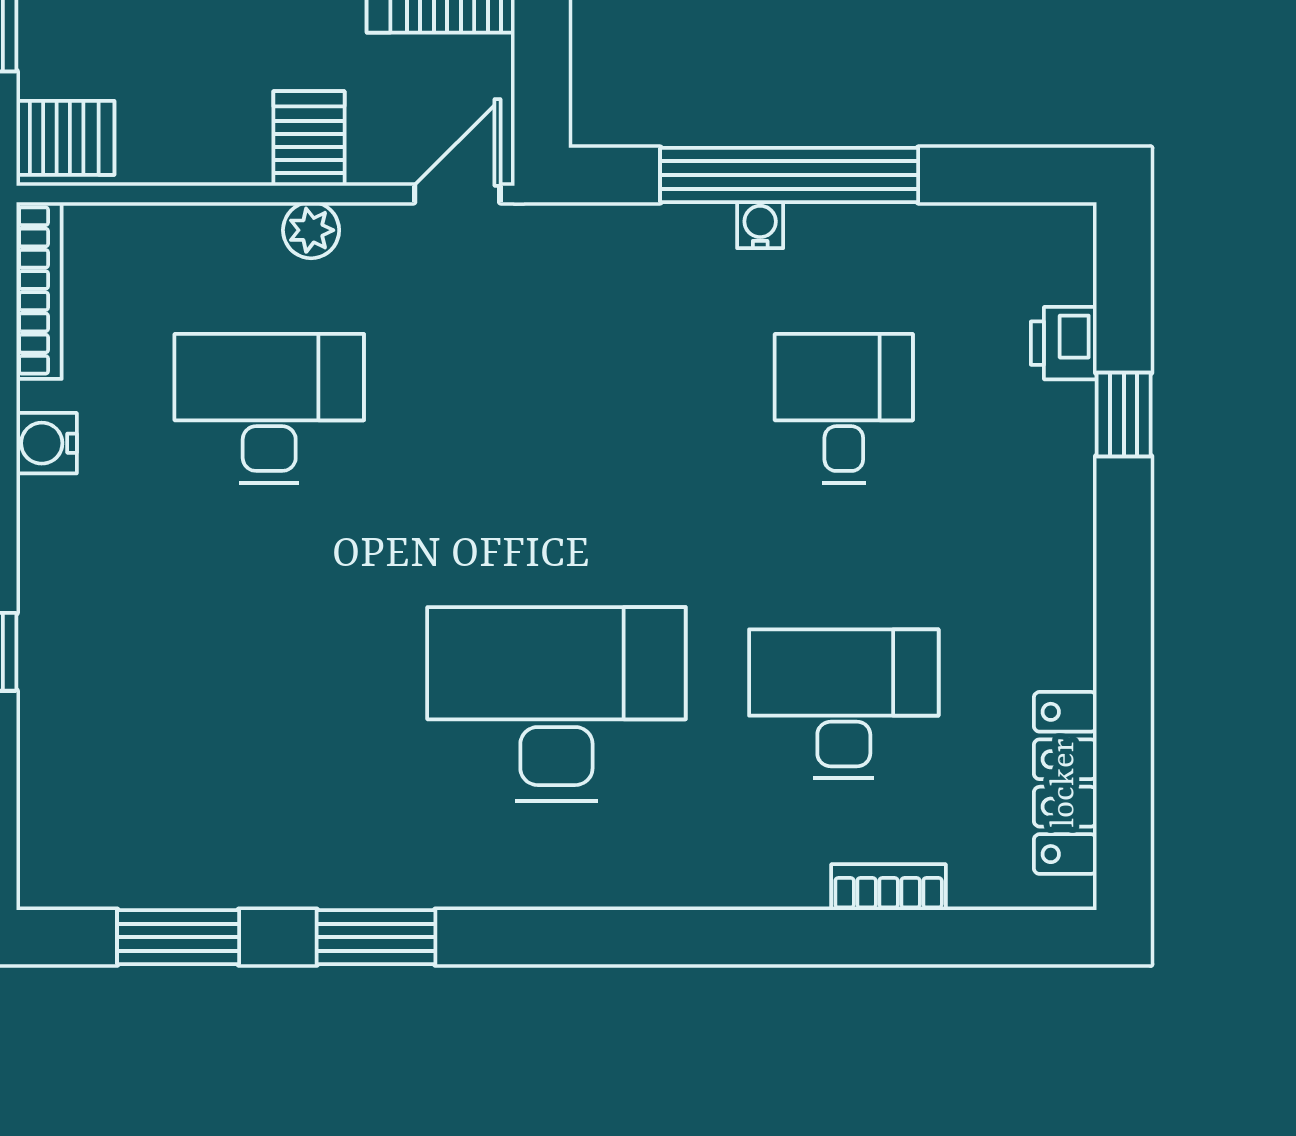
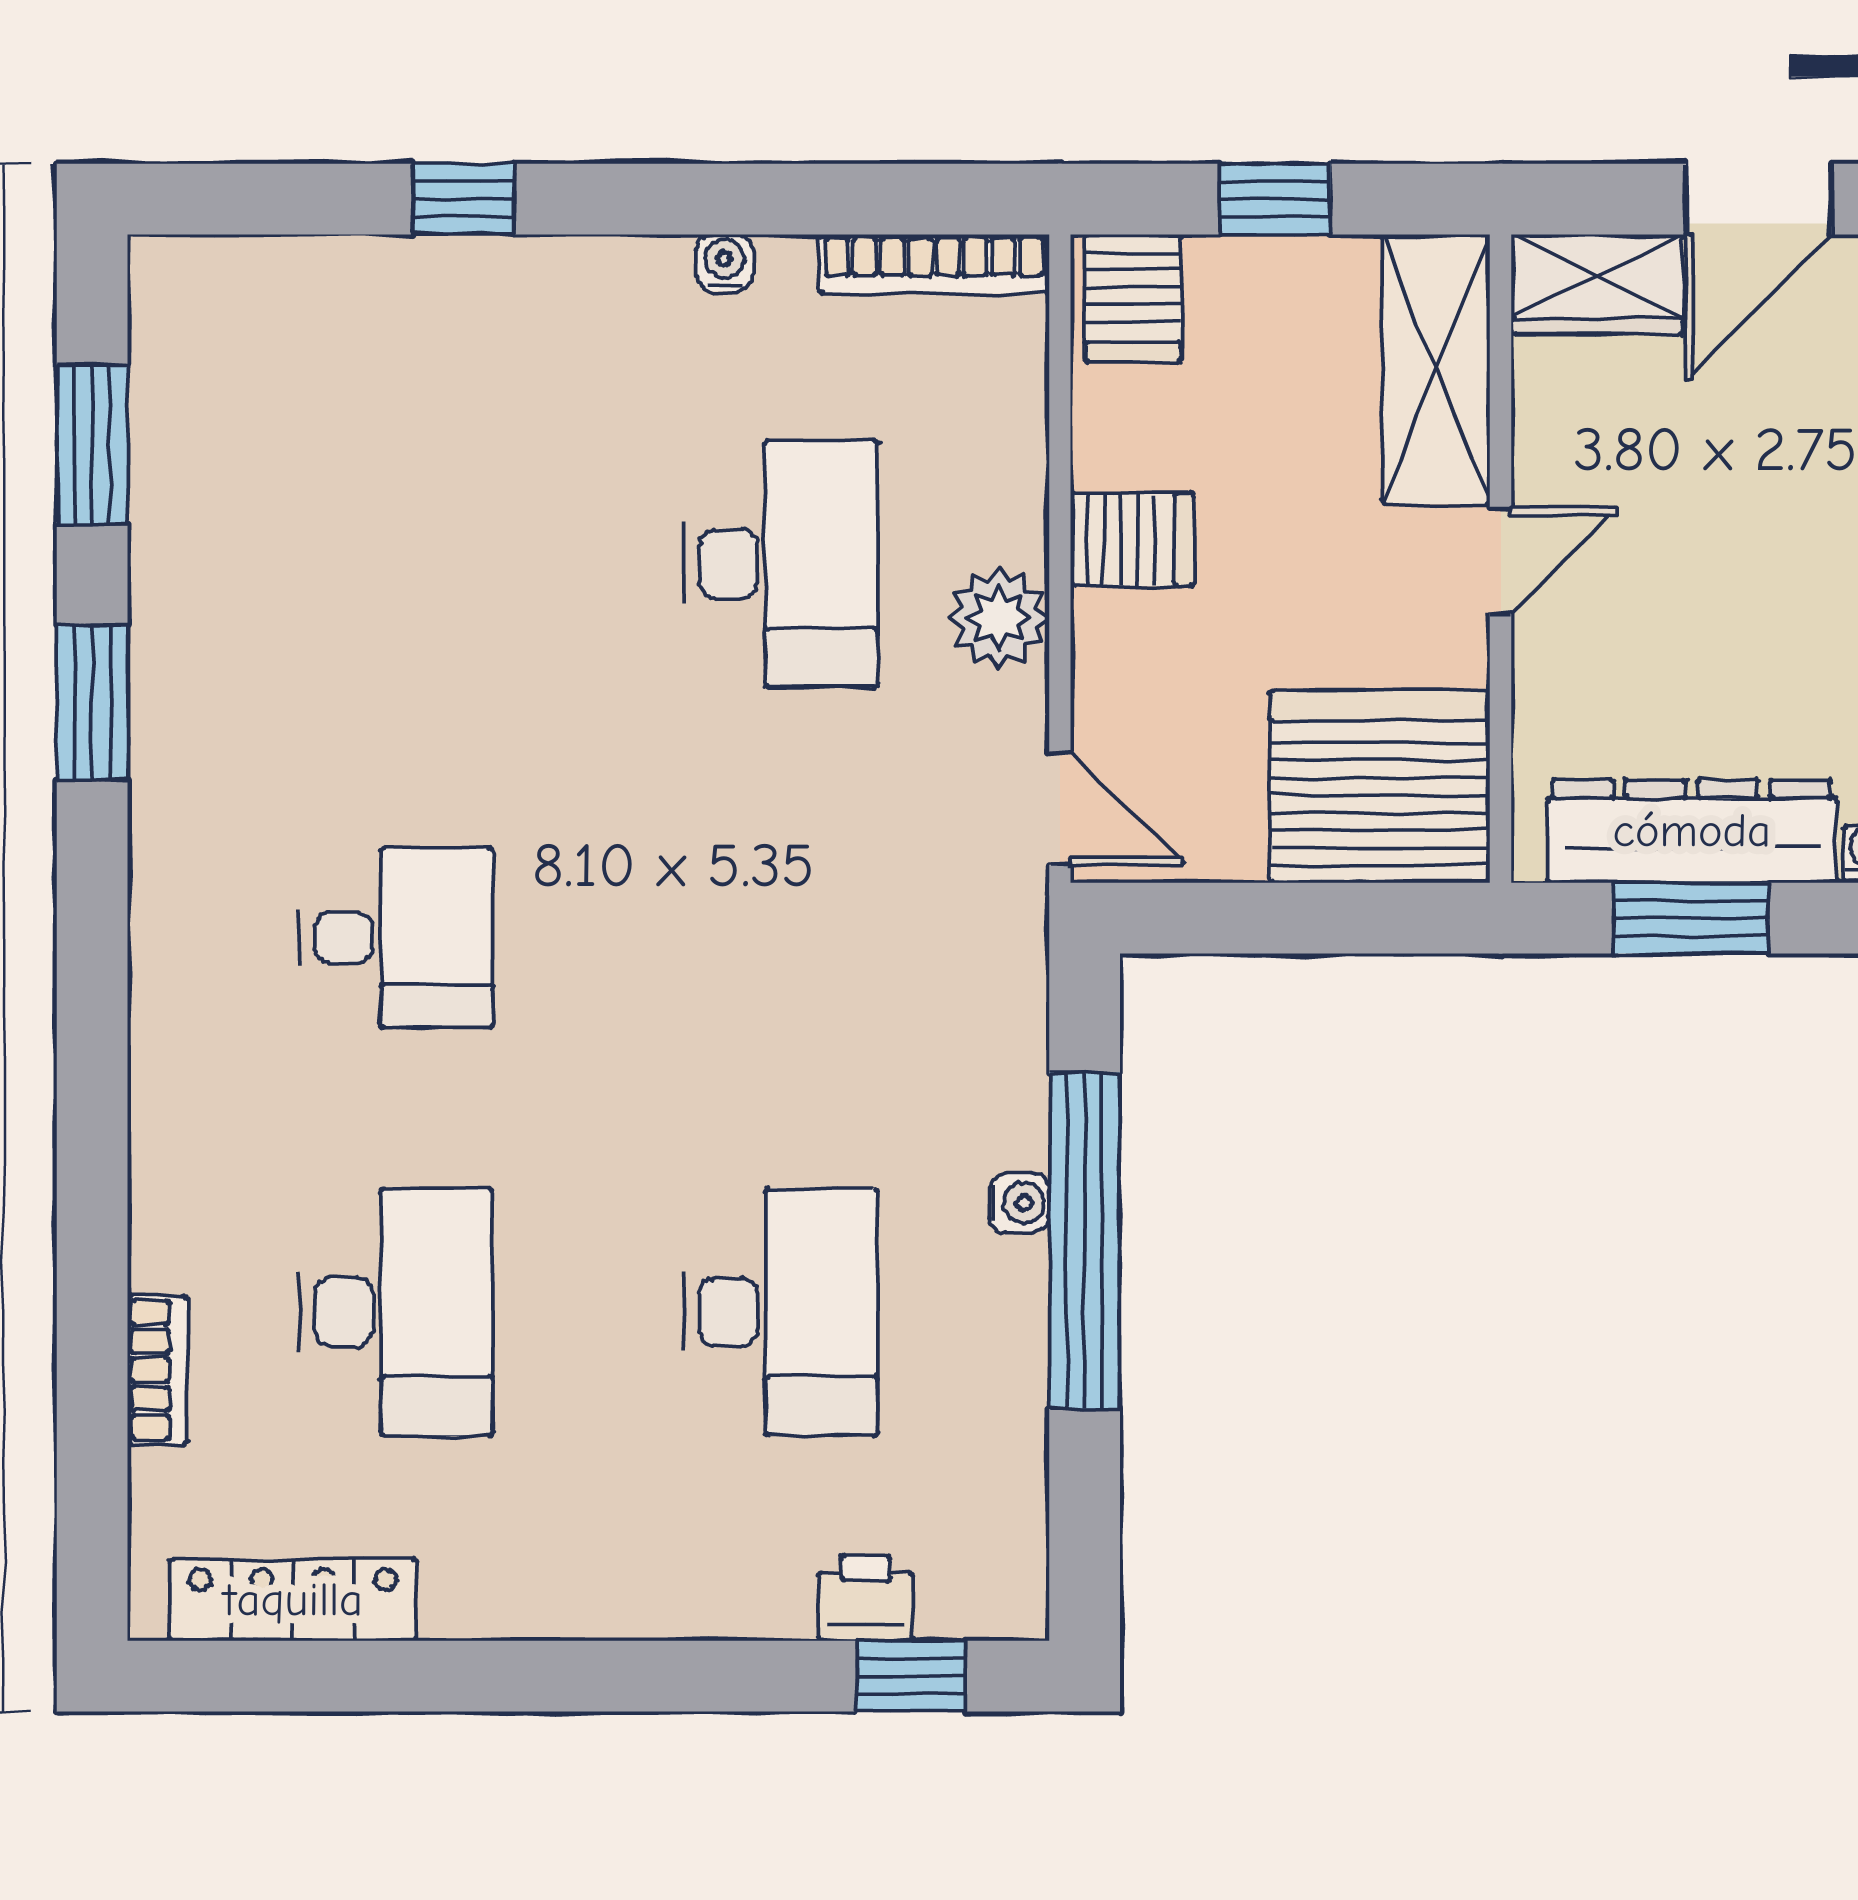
server rack: (309, 139) -> (1132, 540), moved
plant: (311, 230) -> (999, 618), width x1.38, depth x1.38
desk: (844, 408) -> (781, 1312), width x1.37
window: (1124, 414) -> (911, 1676), moved
water cooler: (47, 443) -> (724, 263), width x0.72, depth x0.72
desk: (556, 704) -> (396, 938), width x0.53, depth x0.77

